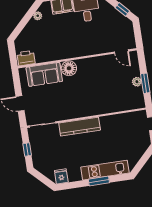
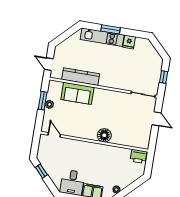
sofa: (44, 74) -> (77, 93), moved, turned 180
kitchen counter: (80, 127) -> (81, 77), moved
fridge: (61, 176) -> (129, 42), moved

